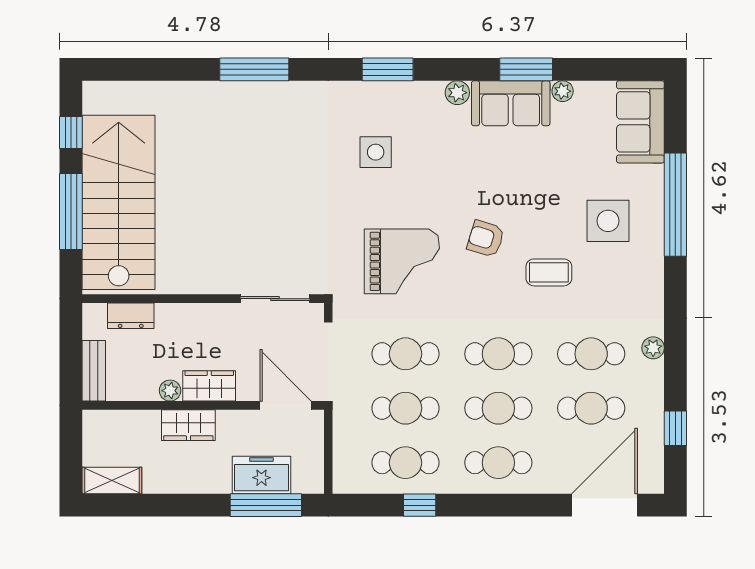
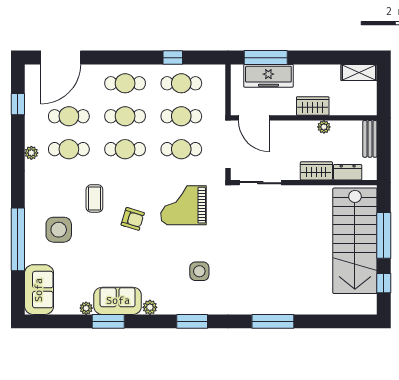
coffee table: (549, 272) -> (94, 198), turned 90
wardrobe: (209, 386) -> (316, 171), moved, turned 180
freezer: (261, 475) -> (268, 76), width x1.40

